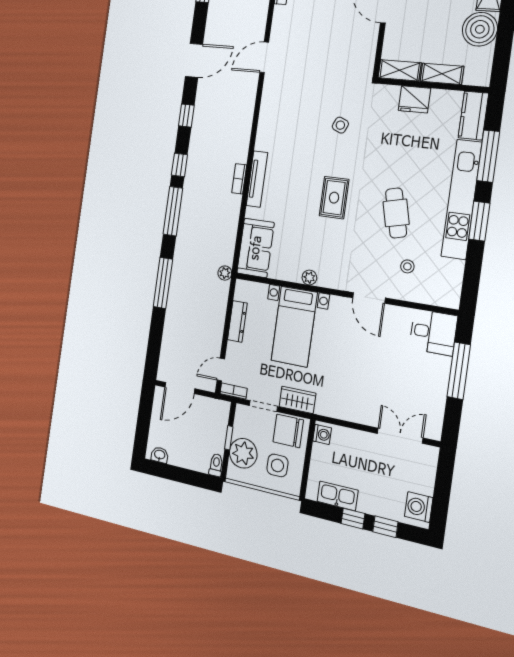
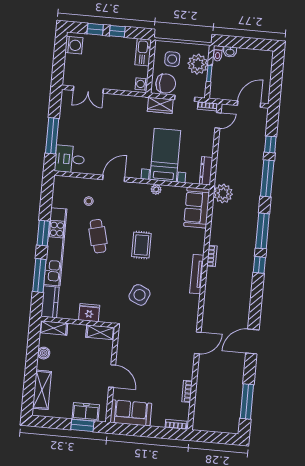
boiler: (480, 29) -> (44, 353), width x0.54, depth x0.54
shelving: (442, 74) -> (54, 328), moved
window: (186, 116) -> (270, 144), moved
side table: (340, 125) -> (140, 295), width x1.87, depth x1.87
tv unit: (257, 179) -> (197, 274), moved
plant: (225, 273) -> (223, 194), width x1.88, depth x1.88
door: (369, 298) -> (114, 178), hinge flipped
dresser: (237, 321) -> (206, 171), moved
washbasin: (160, 455) -> (230, 52), moved
kitchen sink: (338, 496) -> (143, 52), moved, turned 90

